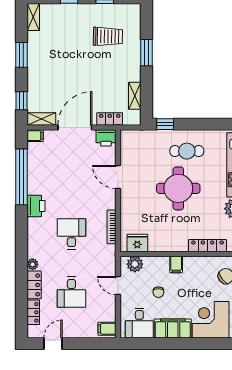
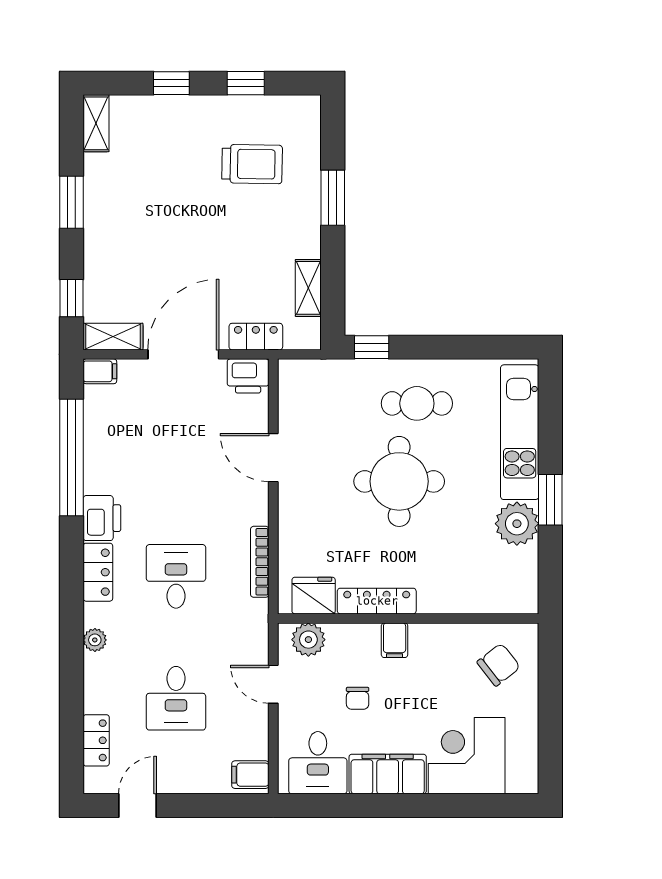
locker: (208, 246) -> (377, 601), moved
locker: (34, 285) -> (98, 572), moved

